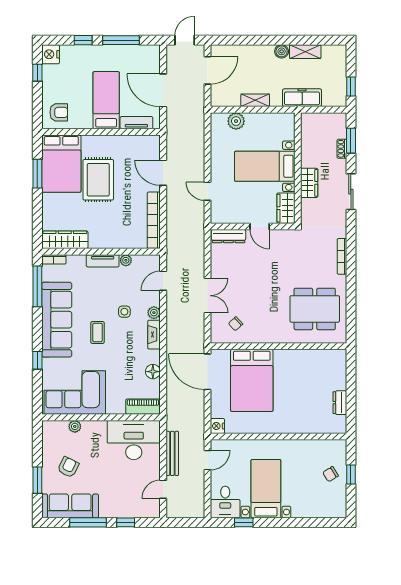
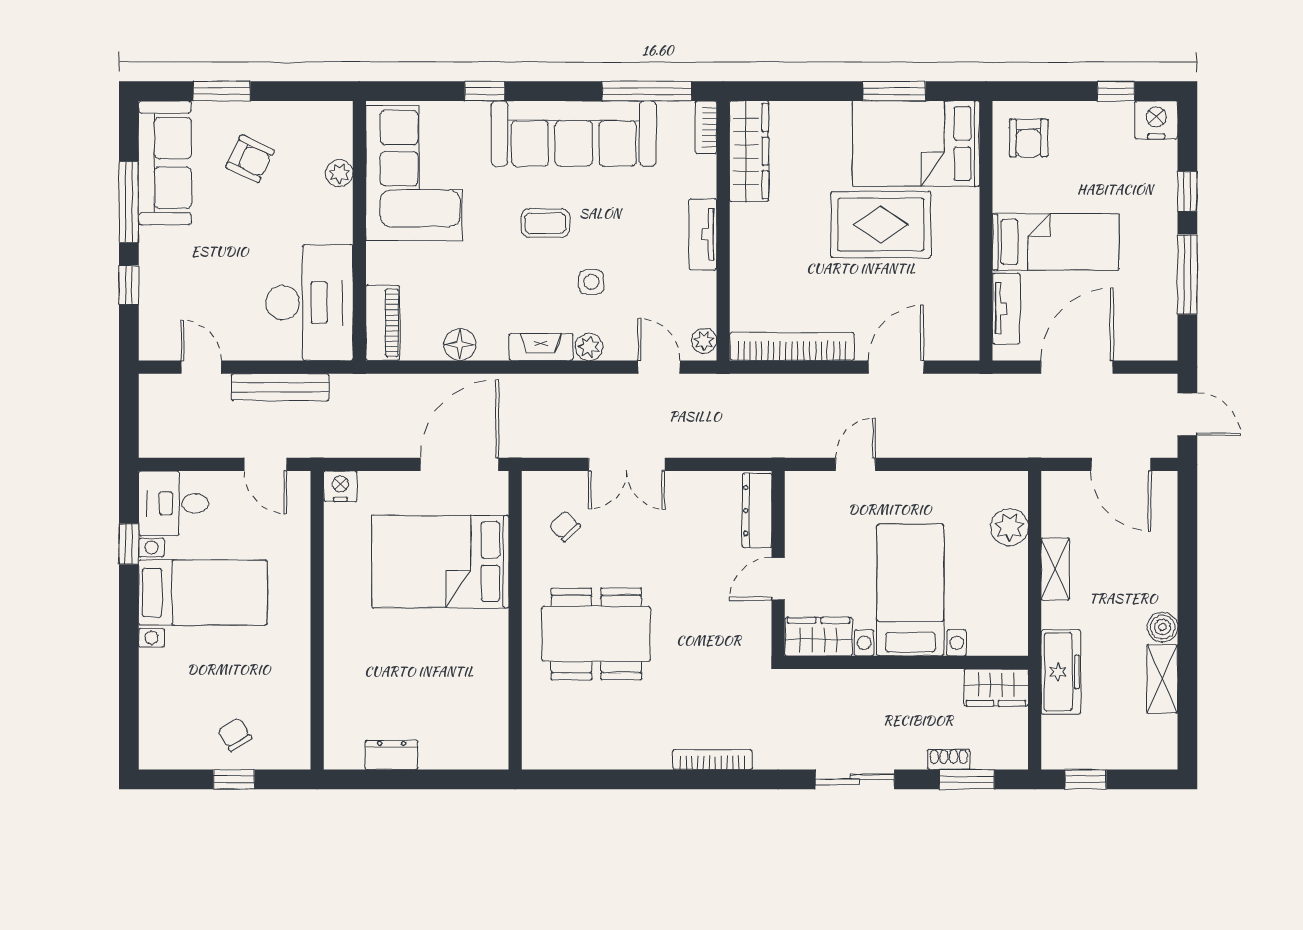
wardrobe: (309, 183) -> (996, 688), moved
plant: (126, 260) -> (704, 341), moved
dining table: (315, 309) -> (596, 634), moved, turned 90

